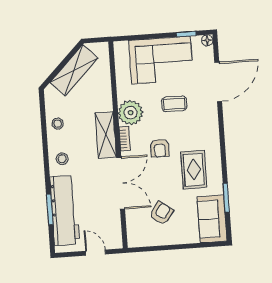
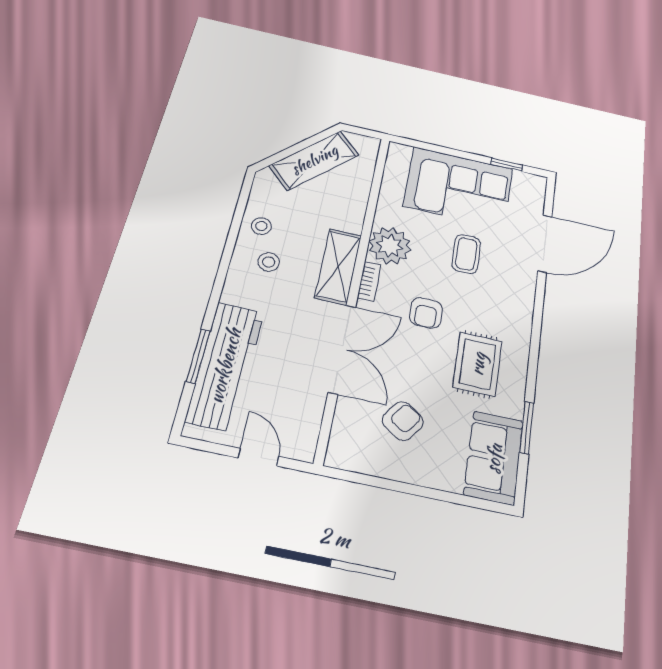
floor lamp: (207, 40) -> (538, 183), removed
coffee table: (174, 104) -> (466, 254), turned 90
stool: (62, 159) -> (269, 262), moved

